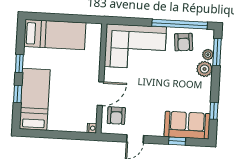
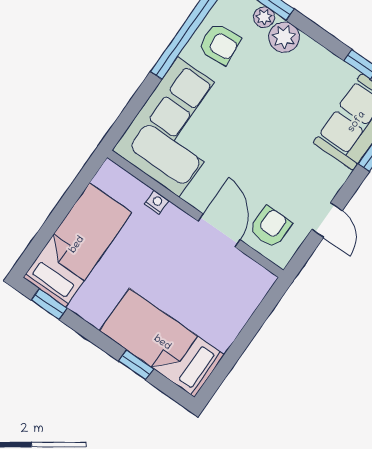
window: (19, 63) -> (49, 304), moved
armchair: (116, 116) -> (271, 227), turned -90
nightstand: (92, 128) -> (157, 202), moved

